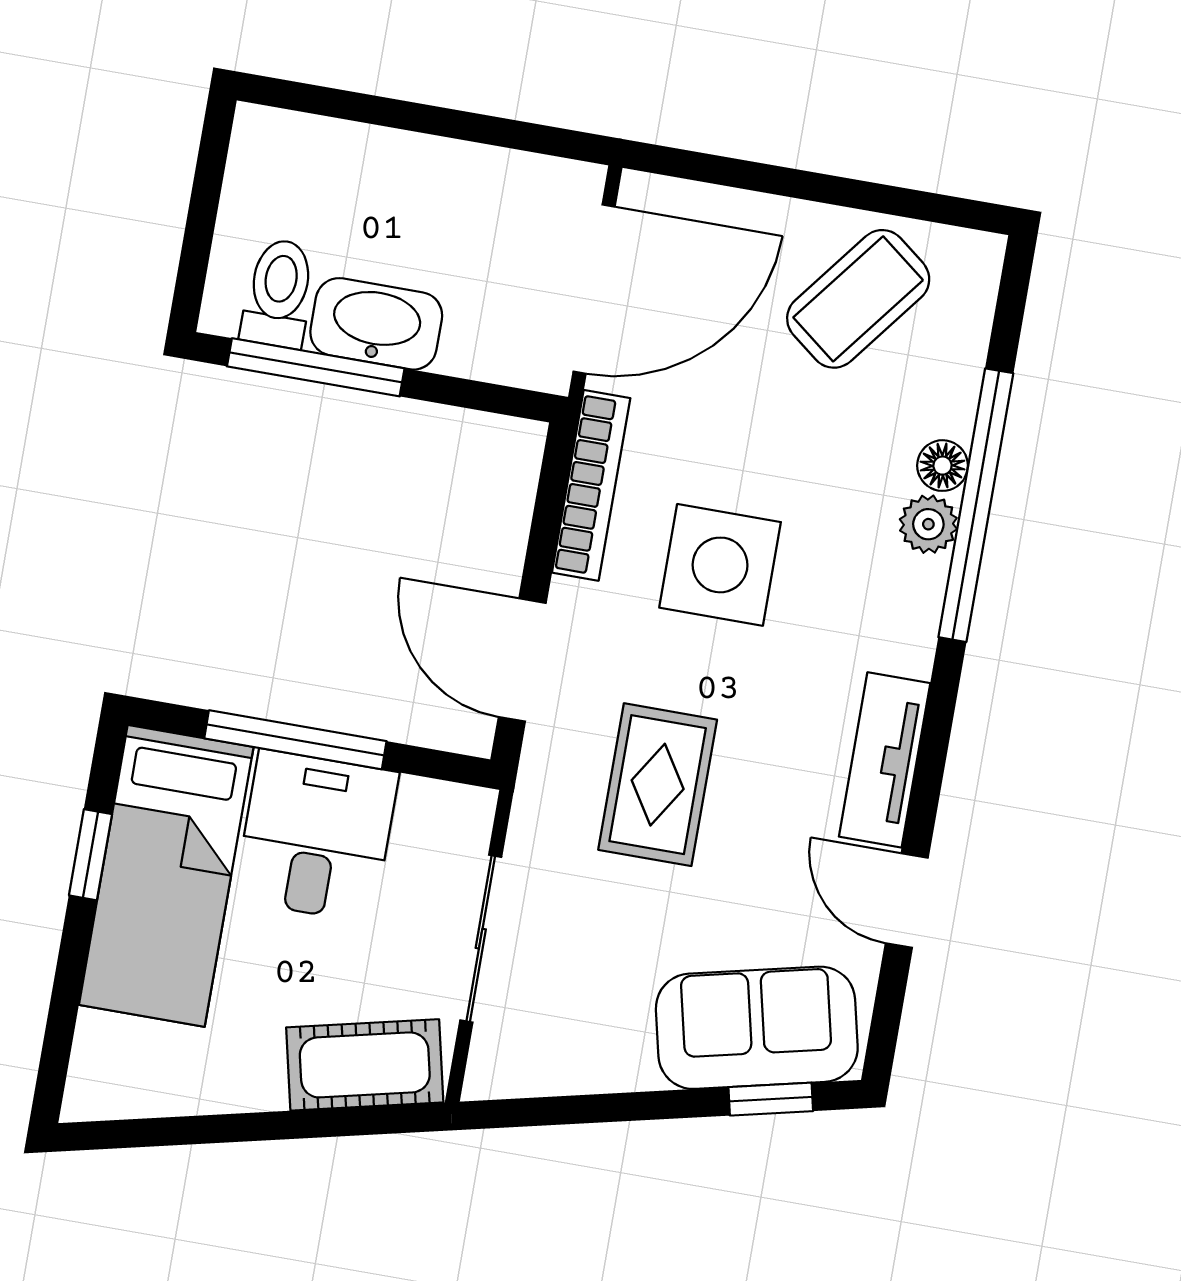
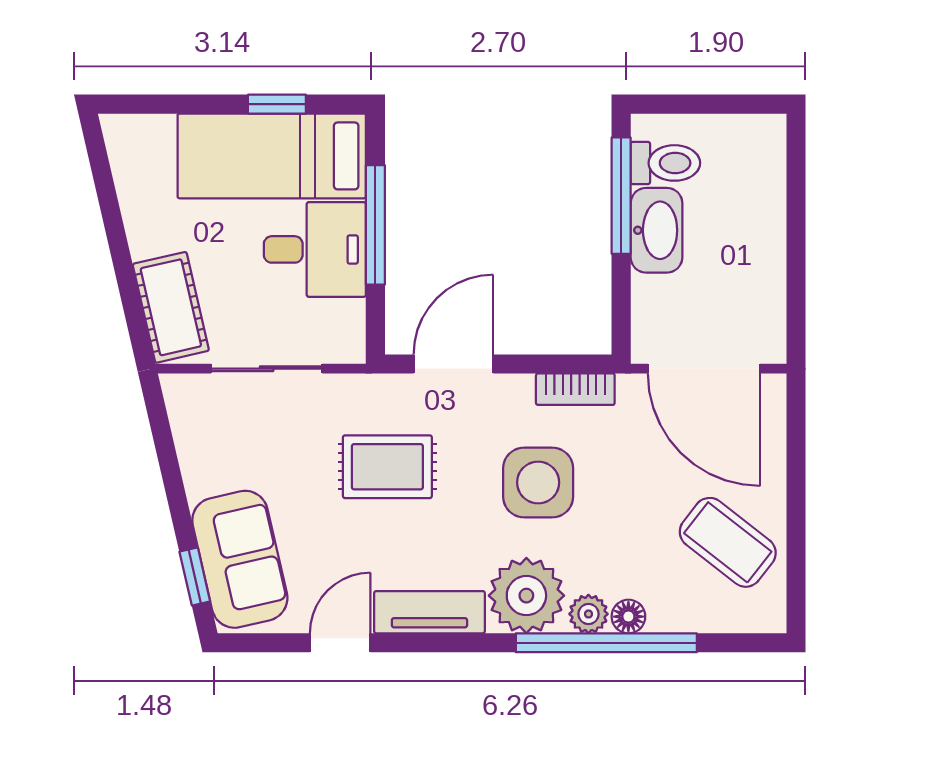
bookcase: (591, 485) -> (575, 389), width x0.64
plant: (885, 612) -> (526, 596), added

